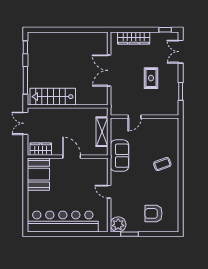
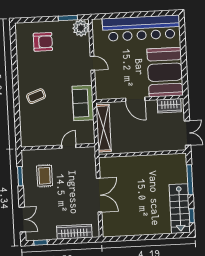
rug: (151, 78) -> (45, 176), moved
stairs: (53, 97) -> (180, 209), moved, turned 90
shelving: (102, 132) -> (104, 128), width x1.47
booth: (38, 174) -> (165, 72), width x1.36, depth x1.42

